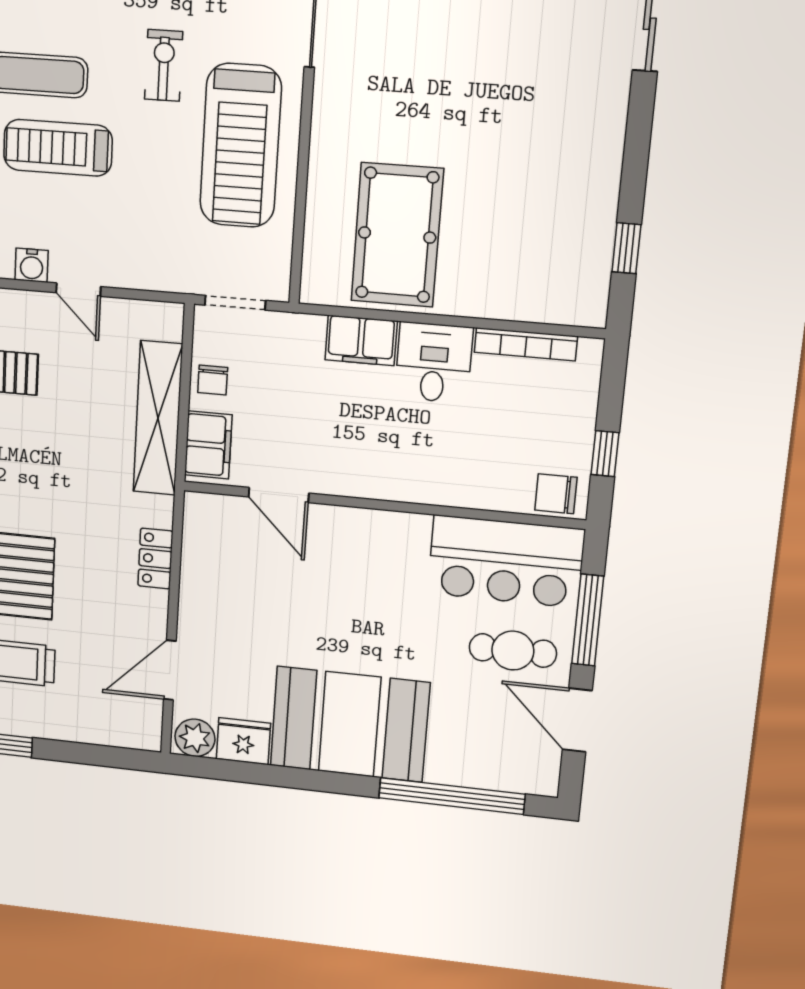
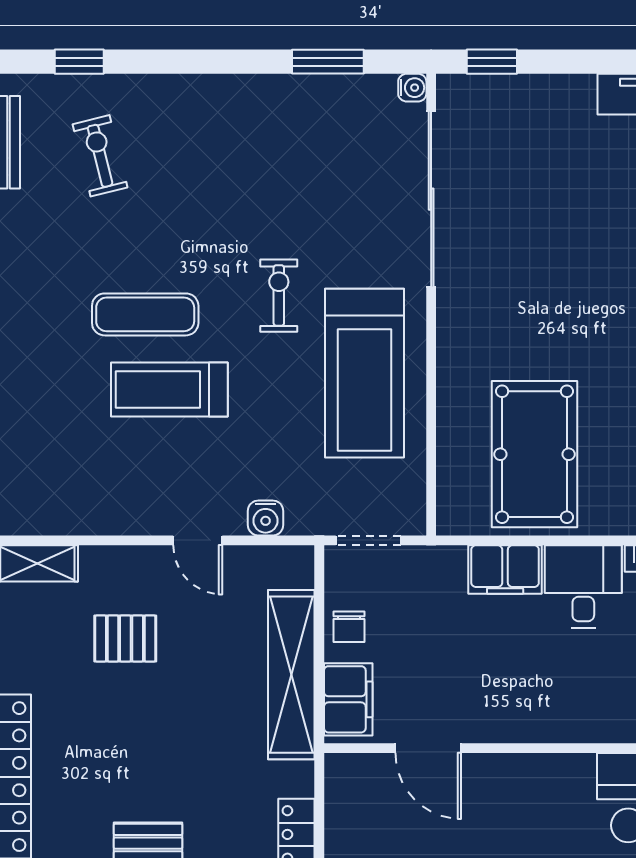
water cooler: (32, 265) -> (266, 518), moved

